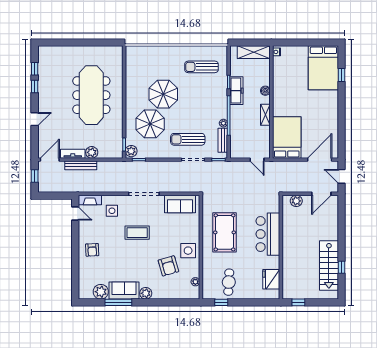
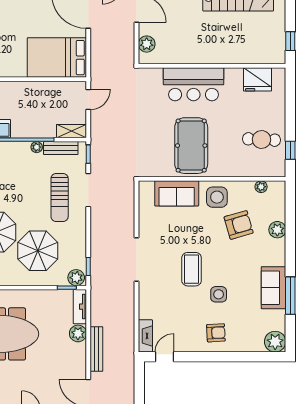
shelving: (265, 115) -> (71, 131), moved
tv unit: (73, 154) -> (80, 307), moved
sofa: (180, 204) -> (177, 193), moved, turned 90
side table: (112, 211) -> (219, 294), moved
pool table: (224, 232) -> (191, 146), turned 90
plant: (101, 292) -> (275, 342), moved
plant: (146, 293) -> (277, 230), moved

